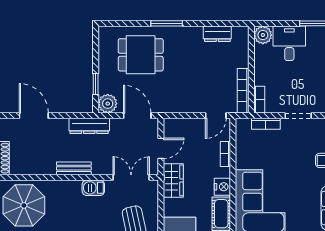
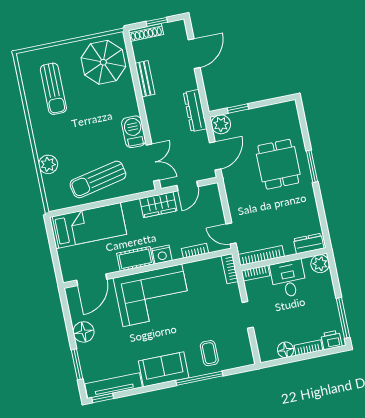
dresser: (217, 34) -> (309, 244), moved, turned 90
desk: (289, 43) -> (288, 279), moved, turned -90
dining table: (141, 55) -> (278, 164), moved
bookcase: (266, 124) -> (230, 269), moved
door: (161, 148) -> (187, 186), hinge flipped
bench: (74, 168) -> (145, 79), moved
barbecue: (93, 188) -> (134, 132), width x1.38, depth x1.27

